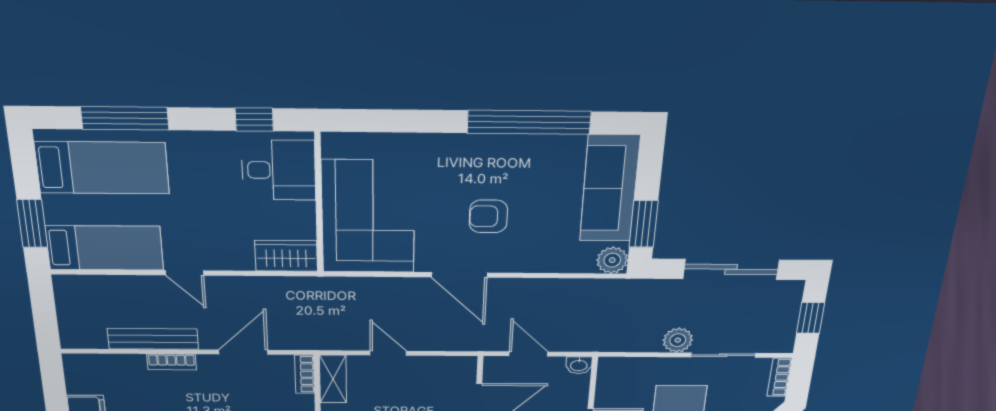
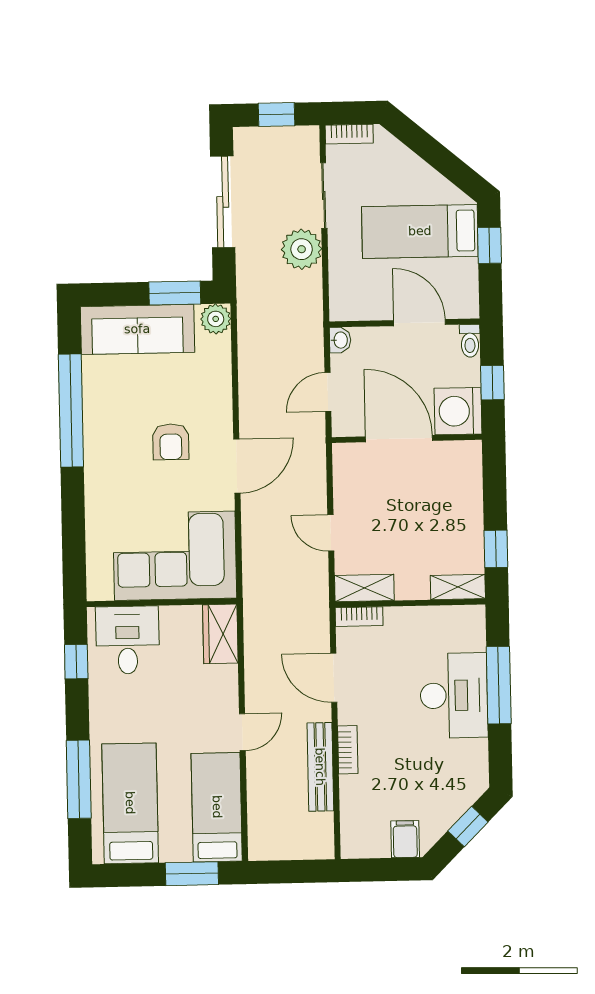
plant: (678, 340) -> (302, 249), width x1.36, depth x1.36
door: (388, 353) -> (331, 533), hinge flipped

